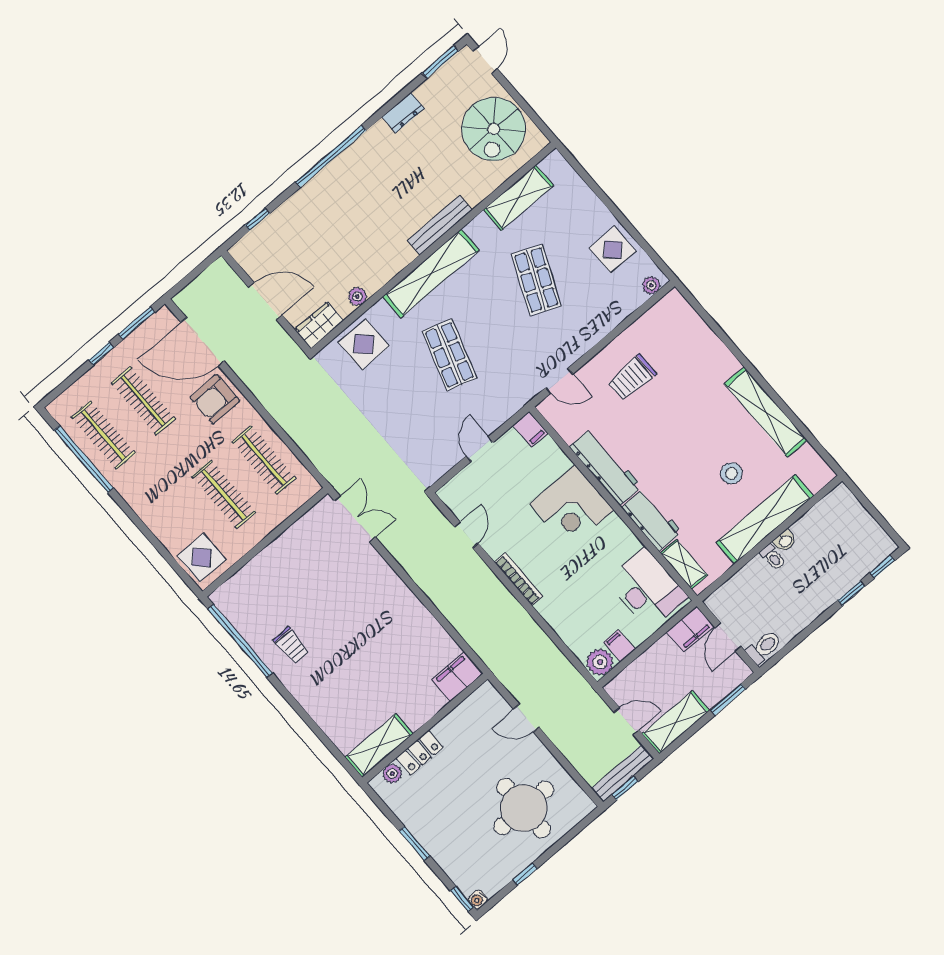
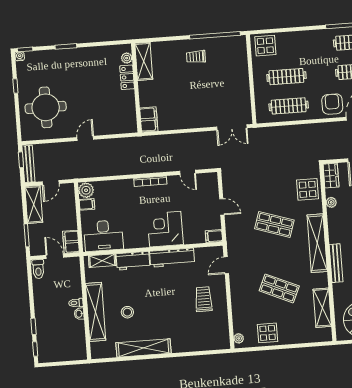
filing cabinet: (457, 677) -> (149, 119), moved
wall: (425, 728) -> (136, 88), moved
shelving: (379, 746) -> (144, 61), moved
locker: (420, 753) -> (127, 77), moved
plant: (392, 774) -> (127, 58), moved

